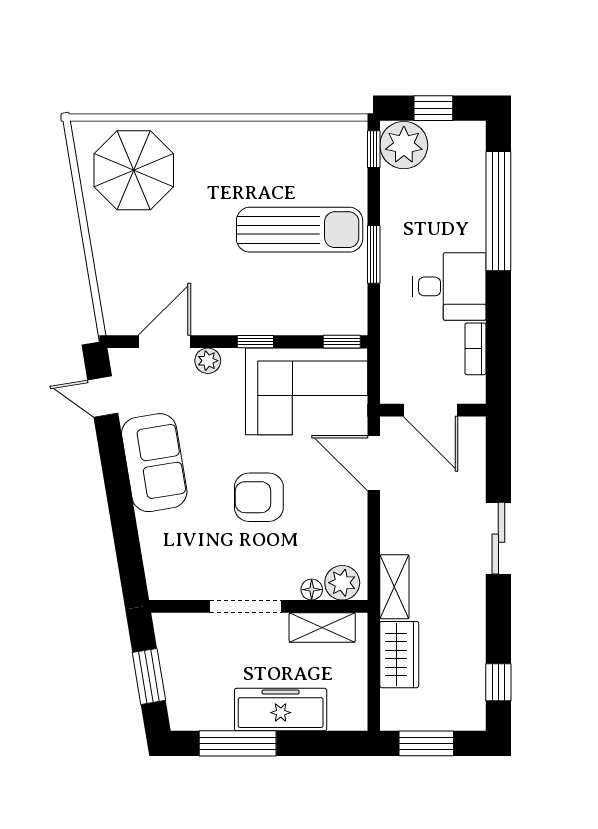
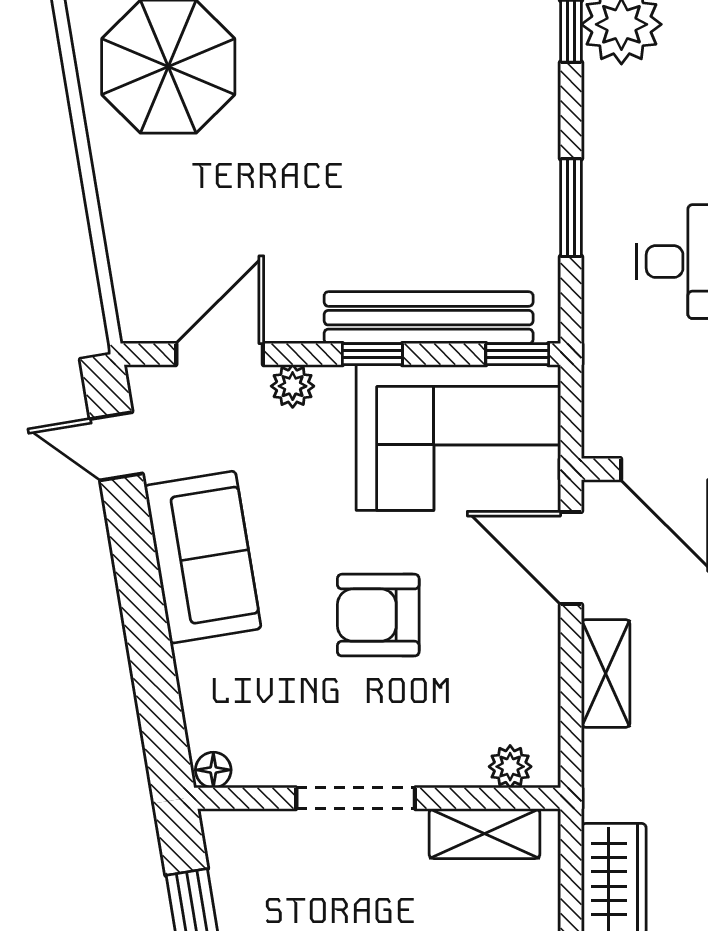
sun lounger: (300, 230) -> (446, 166), removed
bench: (289, 320) -> (429, 318), added
plant: (342, 583) -> (510, 767), width x0.73, depth x0.73
shelving: (394, 587) -> (606, 673), moved
floor lamp: (312, 590) -> (213, 770), moved

